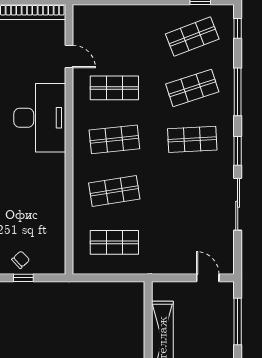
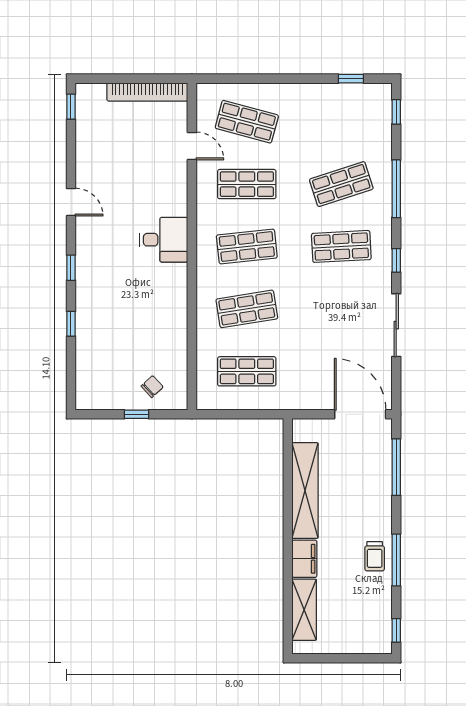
shop shelf: (192, 36) -> (247, 122), moved, turned 36
desk: (40, 118) -> (164, 240), width x0.53, depth x0.77
window: (238, 151) -> (396, 260), width x0.67
chair: (21, 260) -> (152, 387), moved
door: (208, 278) -> (360, 414), width x1.87

